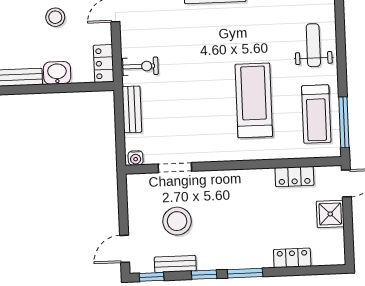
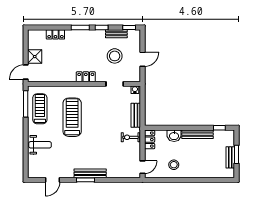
weight bench: (313, 45) -> (40, 145), turned -90
treadmill: (254, 100) -> (72, 117), turned 180
locker: (294, 177) -> (86, 77), moved
door: (125, 249) -> (143, 59), moved

